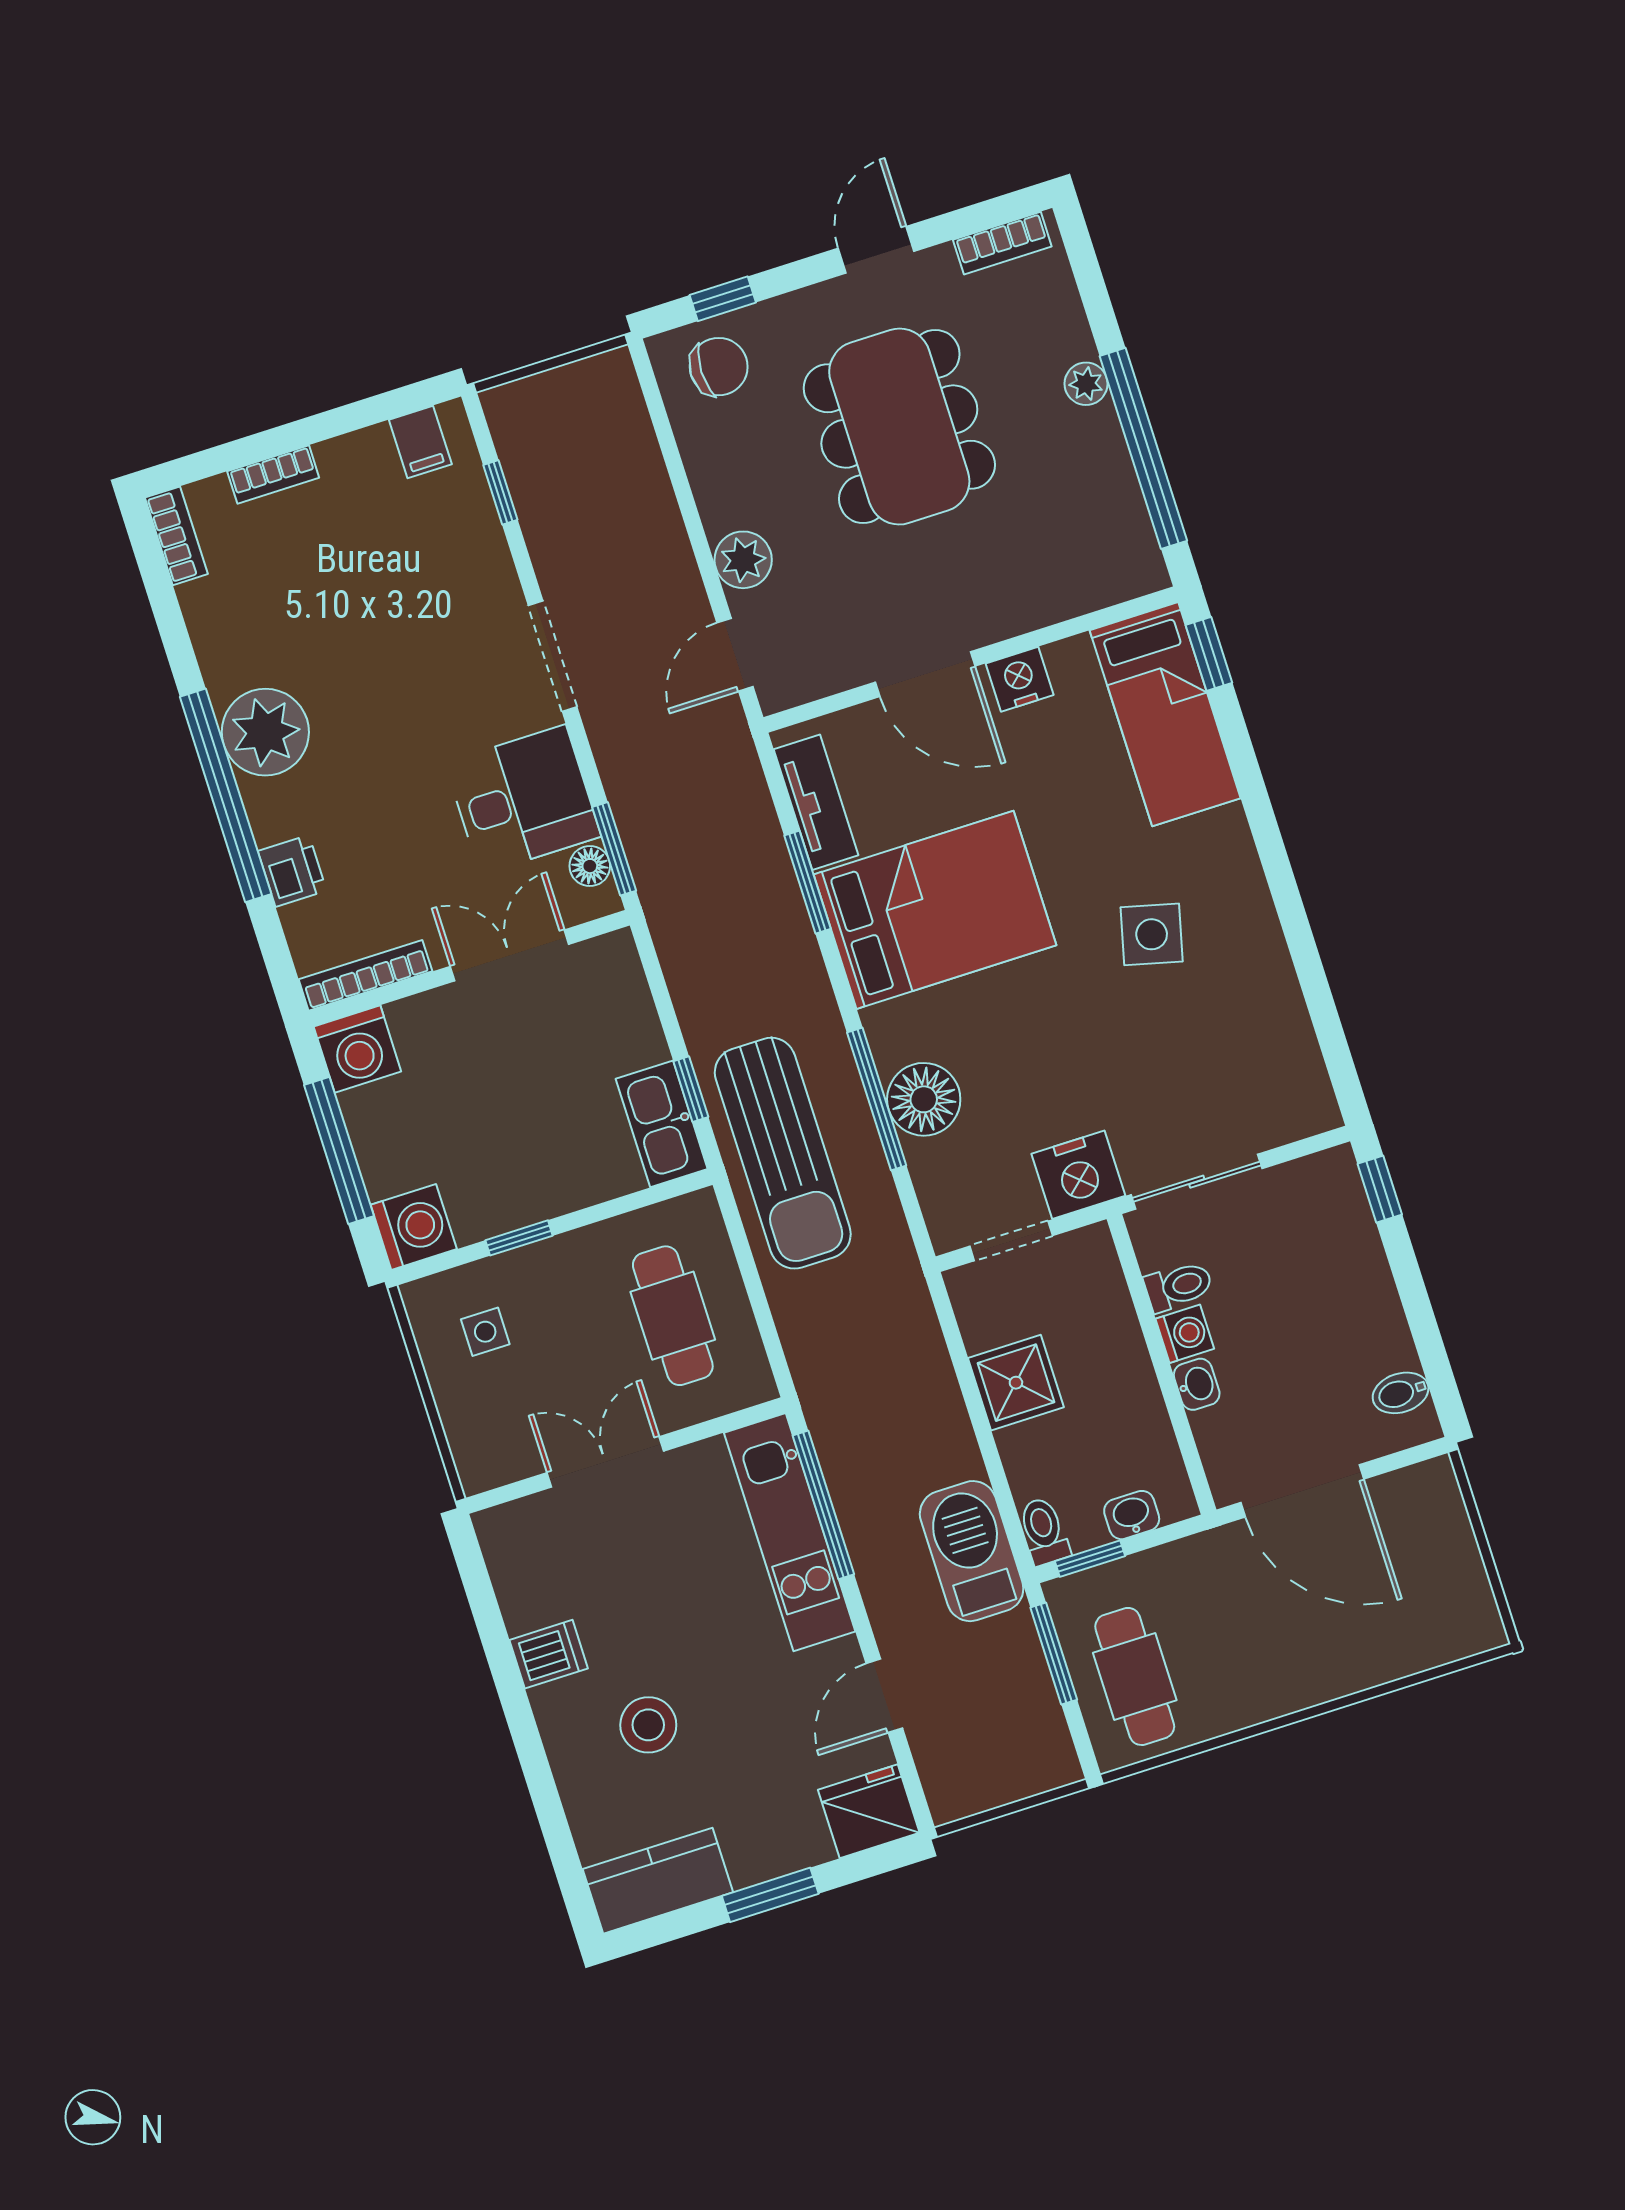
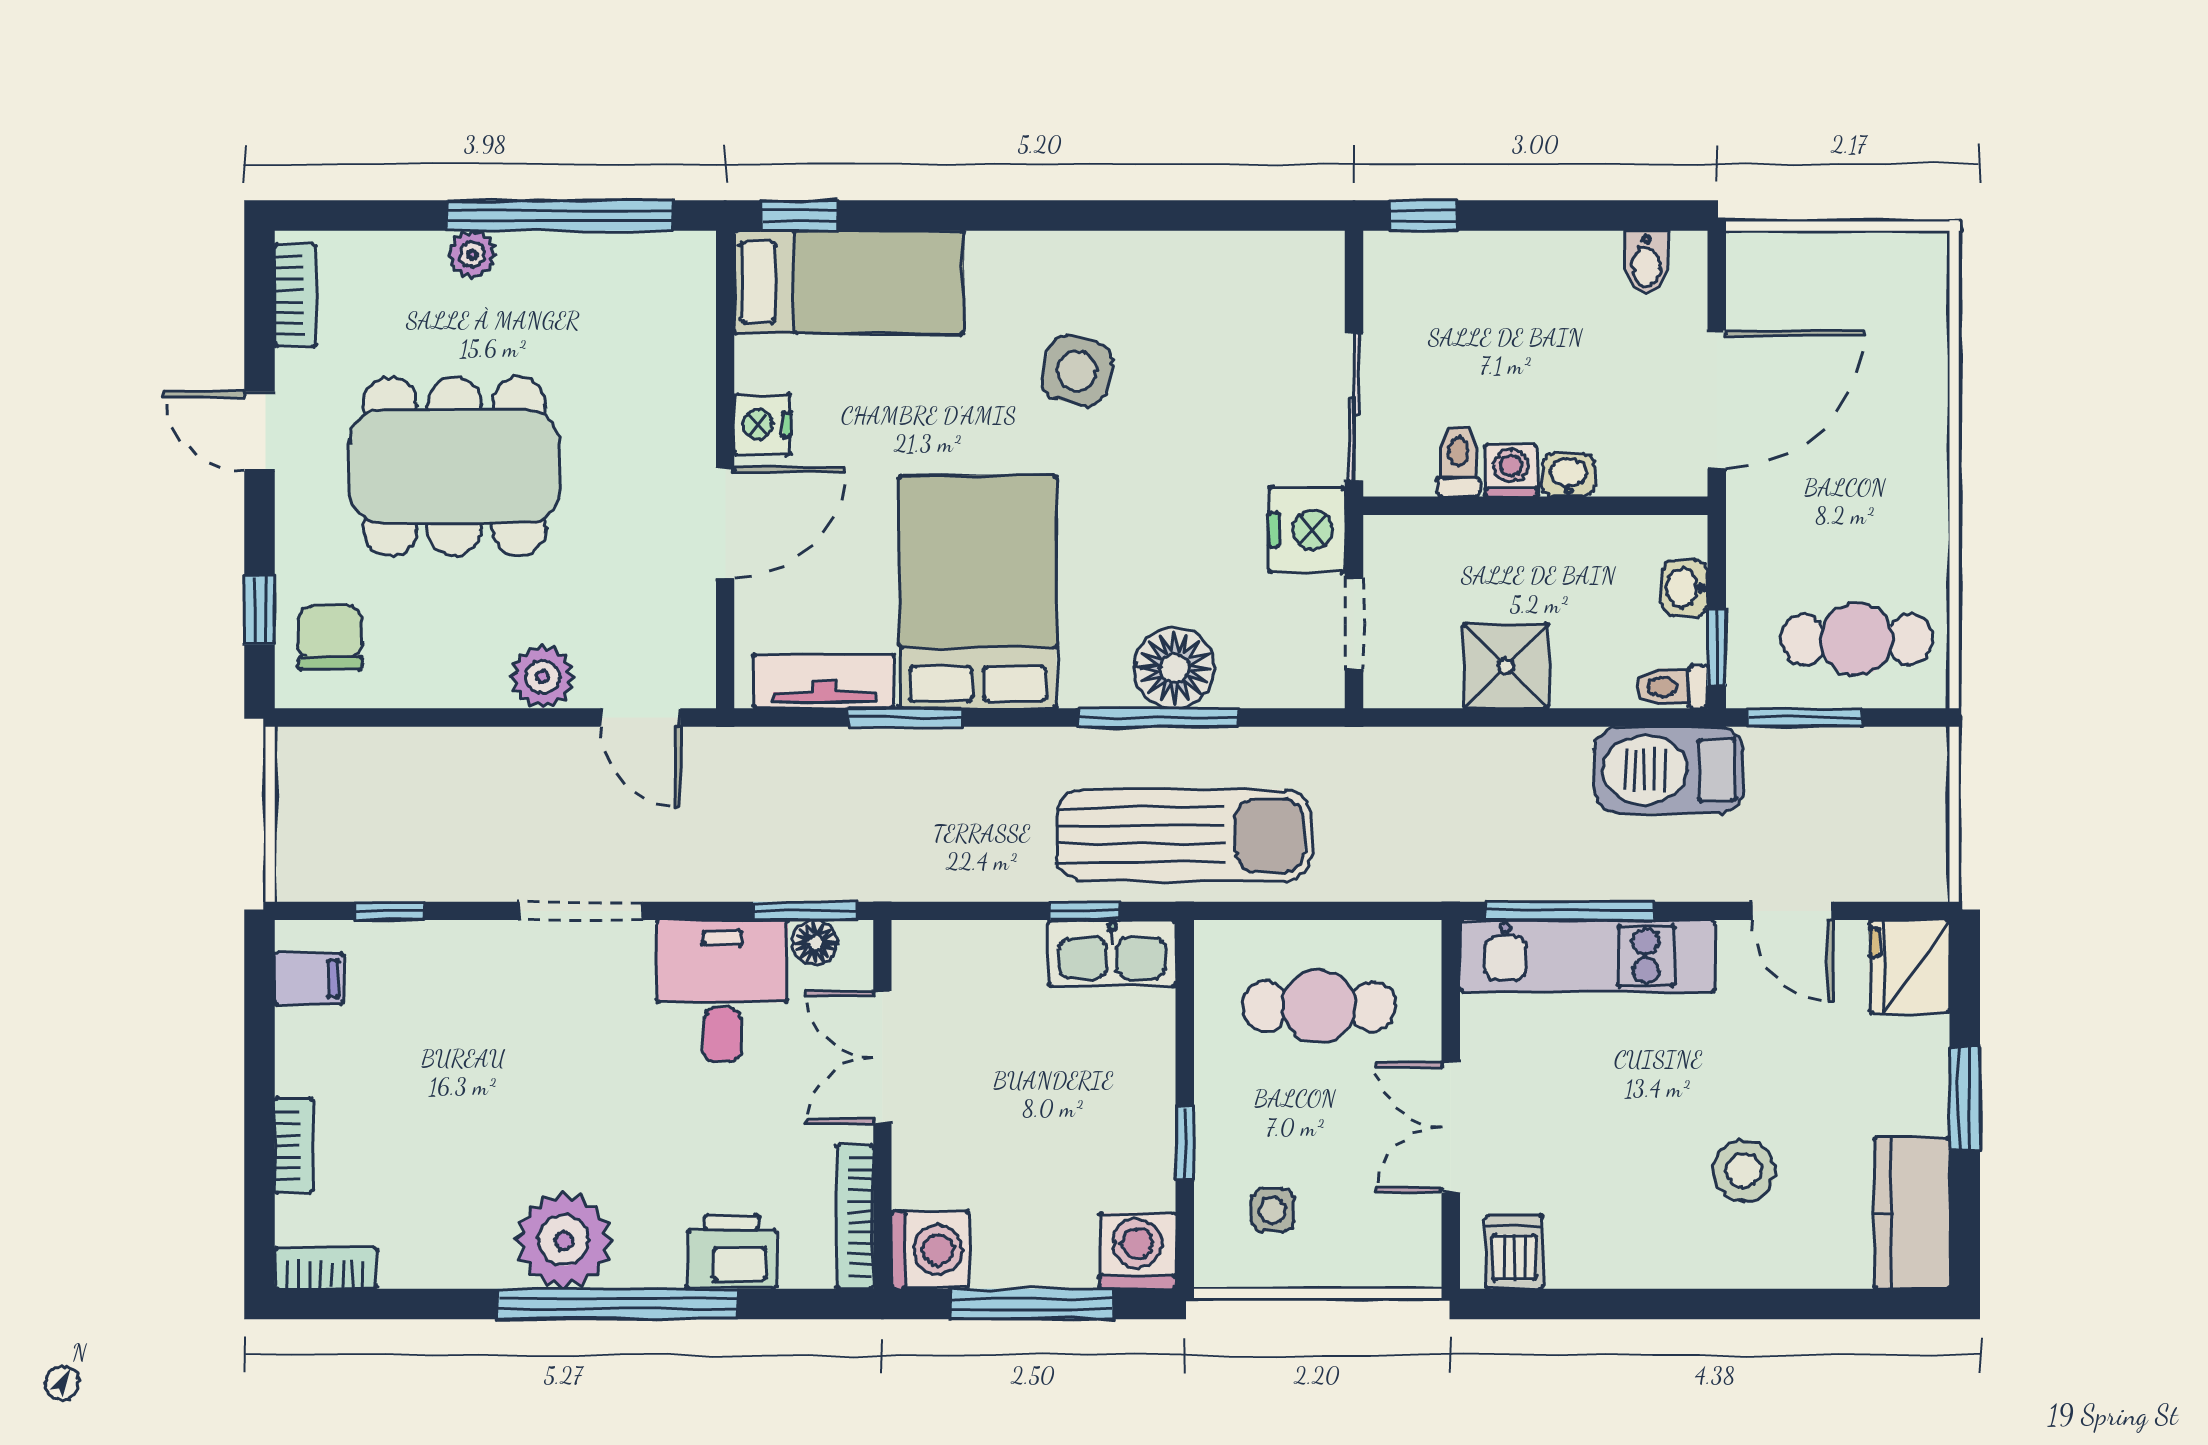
printer: (292, 871) -> (732, 1252), width x1.36, depth x1.24
dishwasher: (549, 1654) -> (1514, 1252), moved

